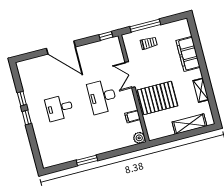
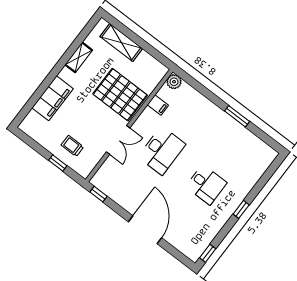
window: (145, 26) -> (58, 163), width x0.46
window: (22, 99) -> (208, 253), moved

